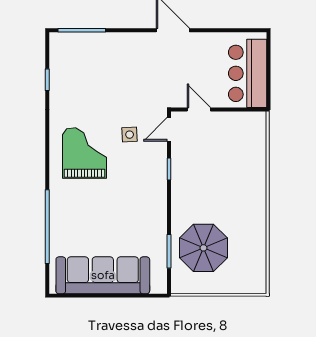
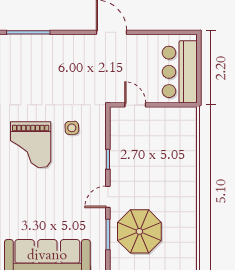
door: (169, 129) -> (108, 197), moved
grand piano: (84, 153) -> (31, 145), turned 180

